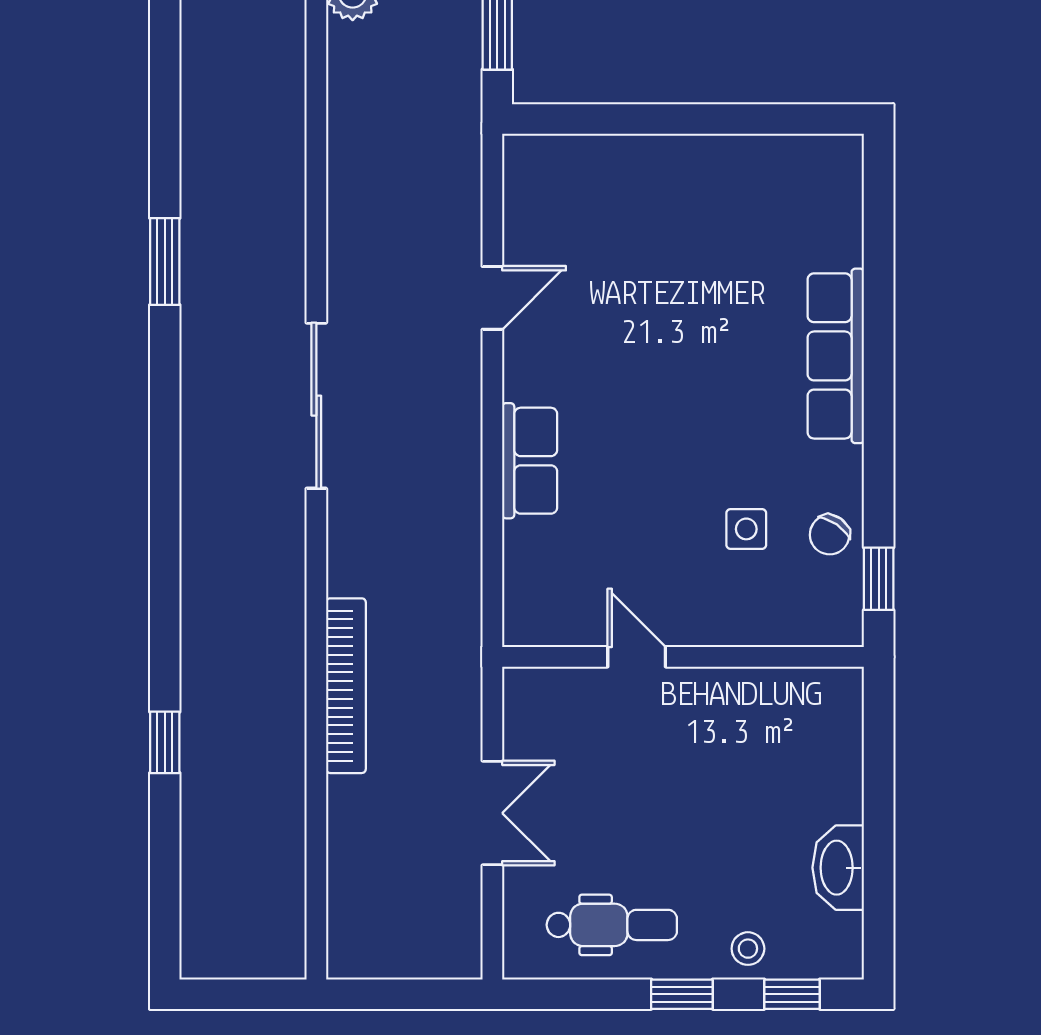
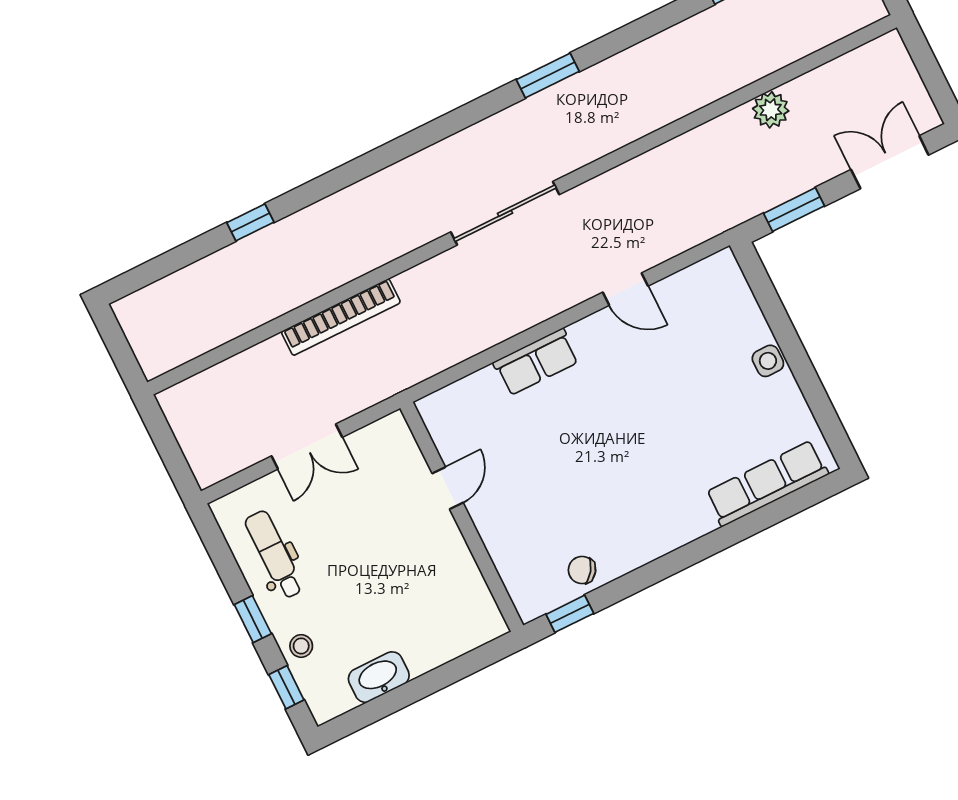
row of seats: (836, 356) -> (767, 483), moved
side table: (746, 529) -> (768, 361), moved
dental chair: (612, 925) -> (274, 555), turned 180

